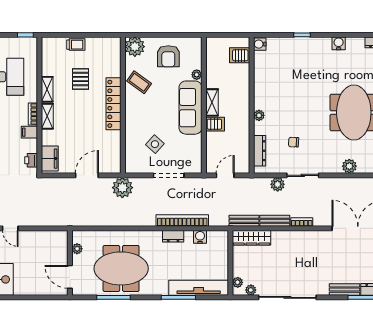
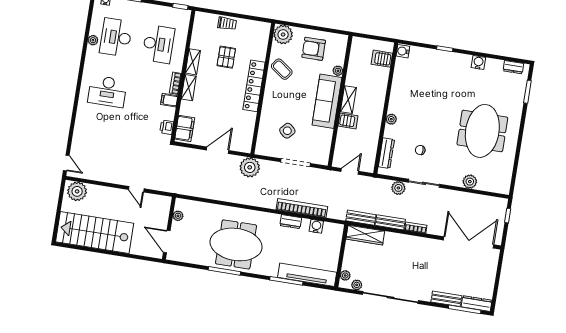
armchair: (168, 56) -> (314, 49), turned 90
plant: (77, 249) -> (178, 216), moved
wall: (70, 263) -> (169, 228), moved
door: (70, 277) -> (167, 242), moved

